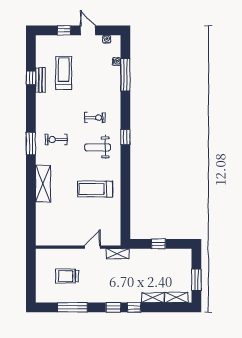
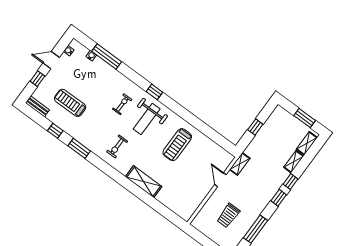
bench: (40, 80) -> (37, 106), moved
window: (31, 144) -> (79, 148), moved
weight bench: (98, 147) -> (147, 119), width x1.36, depth x1.33

